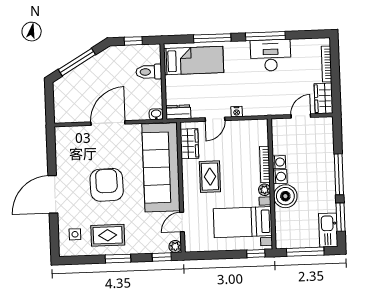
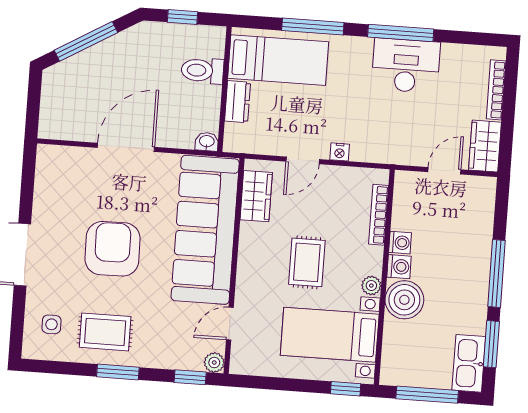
dresser: (178, 112) -> (238, 102), moved, turned 90
bookcase: (265, 164) -> (379, 215), moved
rug: (210, 177) -> (307, 262), moved

